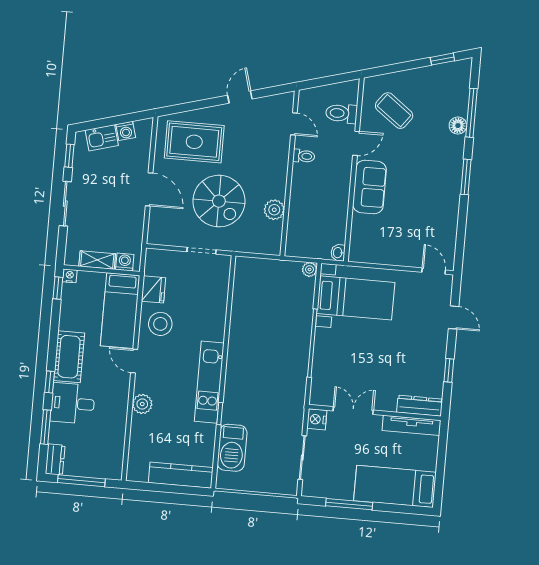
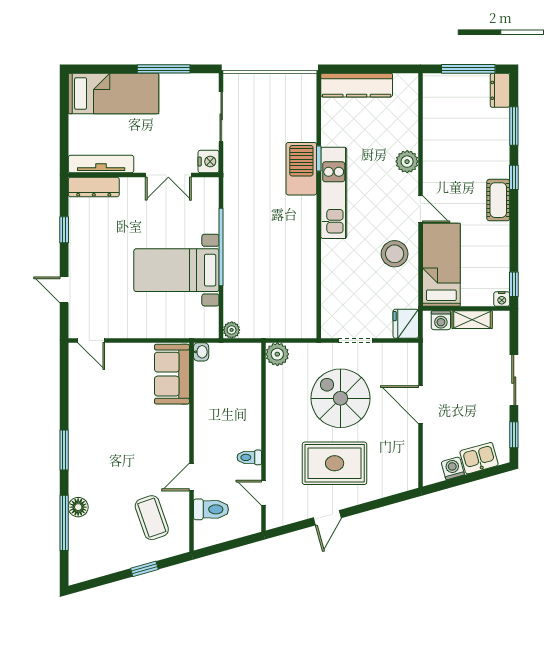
window: (442, 59) -> (144, 569), moved
coffee table: (394, 111) -> (152, 518), turned 34
rug: (194, 142) -> (335, 463), moved
sofa: (369, 187) -> (172, 374), moved
plant: (274, 210) -> (277, 354), moved
fridge: (153, 289) -> (406, 324), moved
bed with nightstands: (356, 298) -> (176, 270), moved
cot: (69, 357) -> (498, 200), width x0.73, depth x0.75
desk: (73, 403) -> (486, 155), removed
barbecue: (232, 448) -> (301, 169), moved

